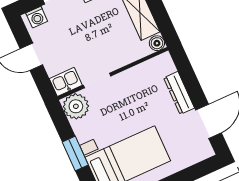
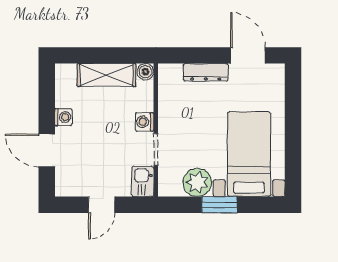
washing machine: (37, 17) -> (145, 122), moved, turned 180
plant: (76, 106) -> (197, 182), moved

